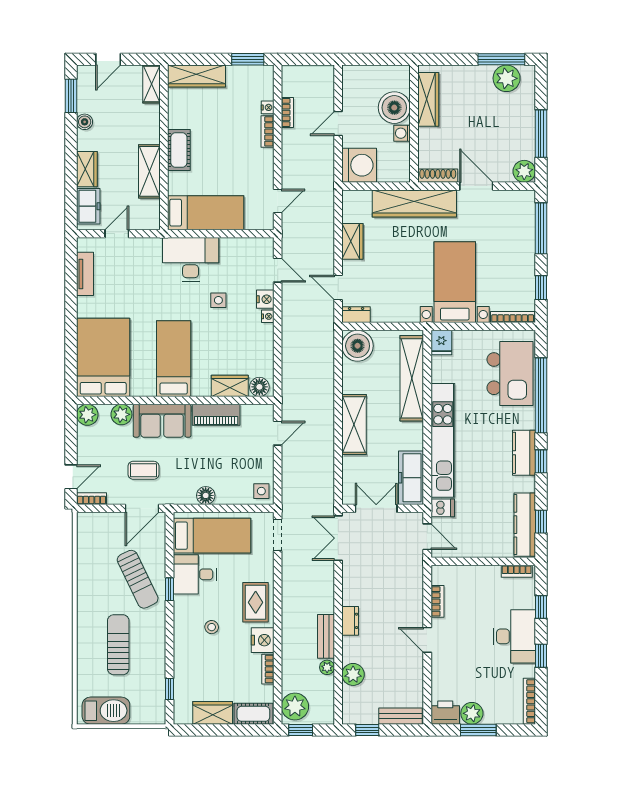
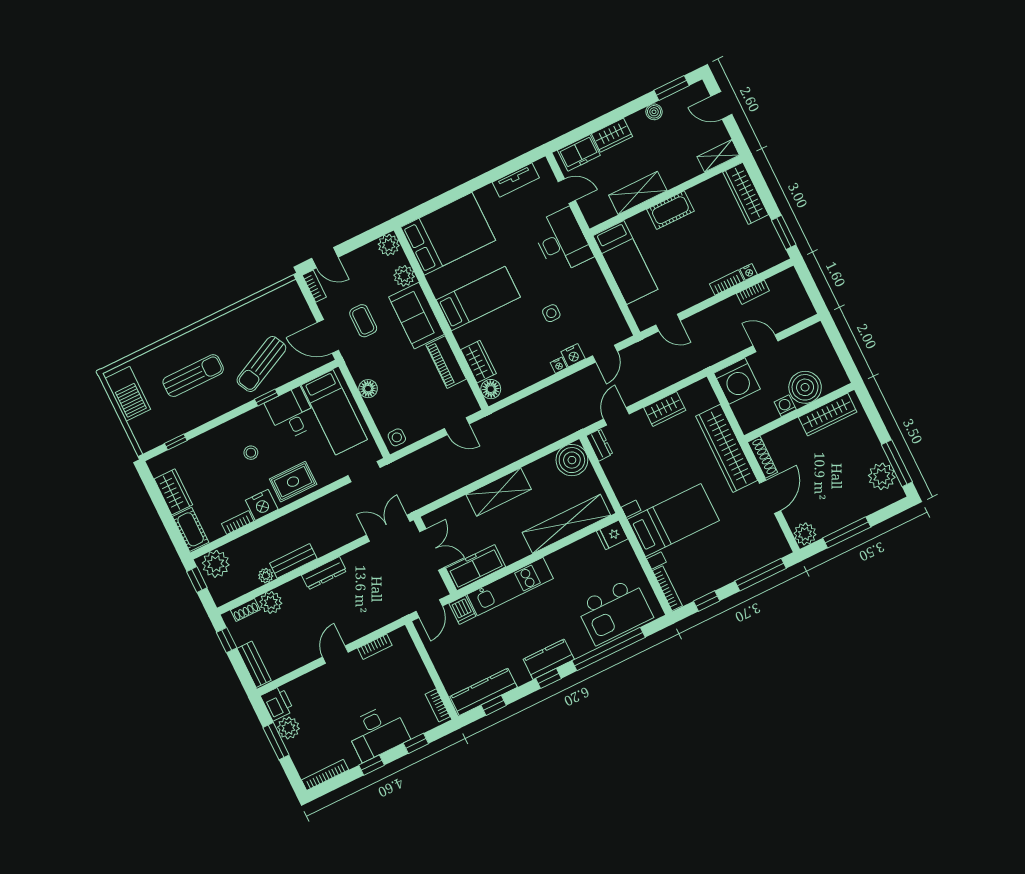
desk: (191, 259) -> (562, 241), moved
kitchen unit: (443, 440) -> (510, 587), width x0.73
dresser: (350, 621) -> (324, 573), width x1.44
shoe rack: (348, 700) -> (245, 610), added

